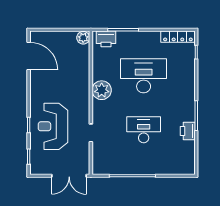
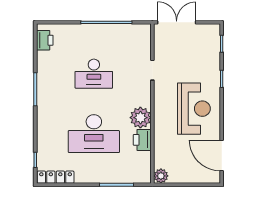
printer: (106, 39) -> (142, 140), moved, turned -90
reception desk: (53, 126) -> (194, 109), moved
printer: (188, 131) -> (45, 40), moved

